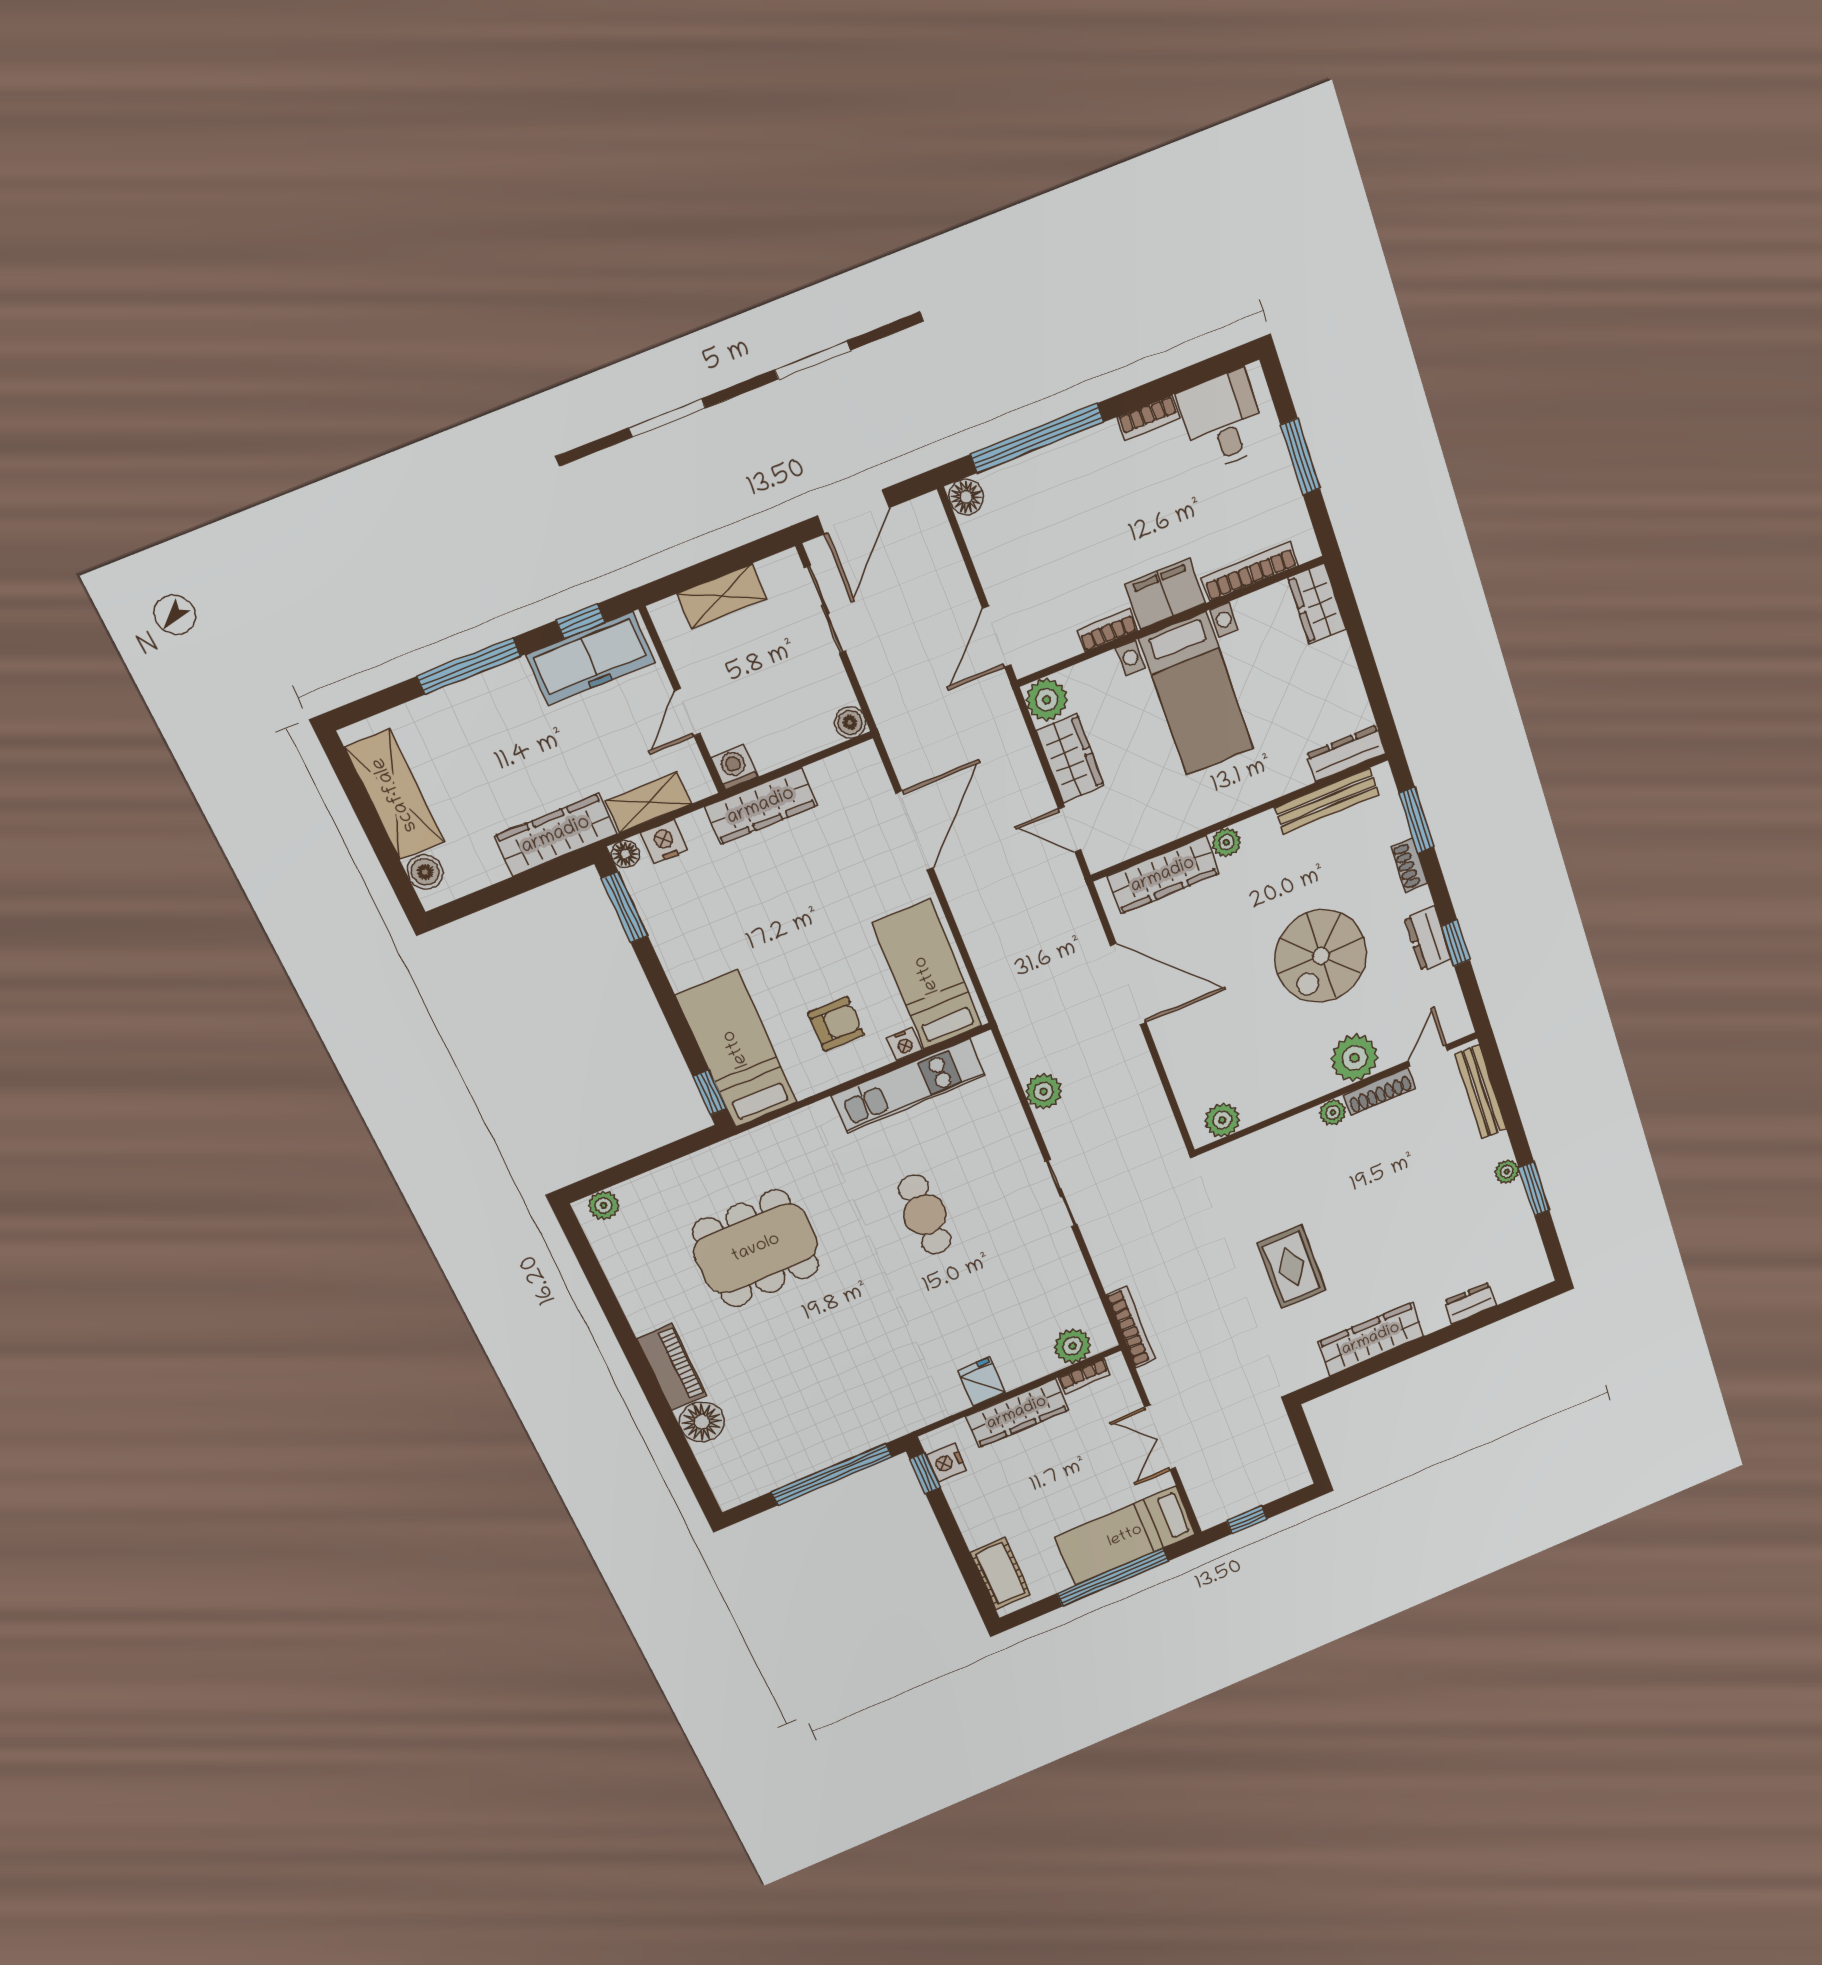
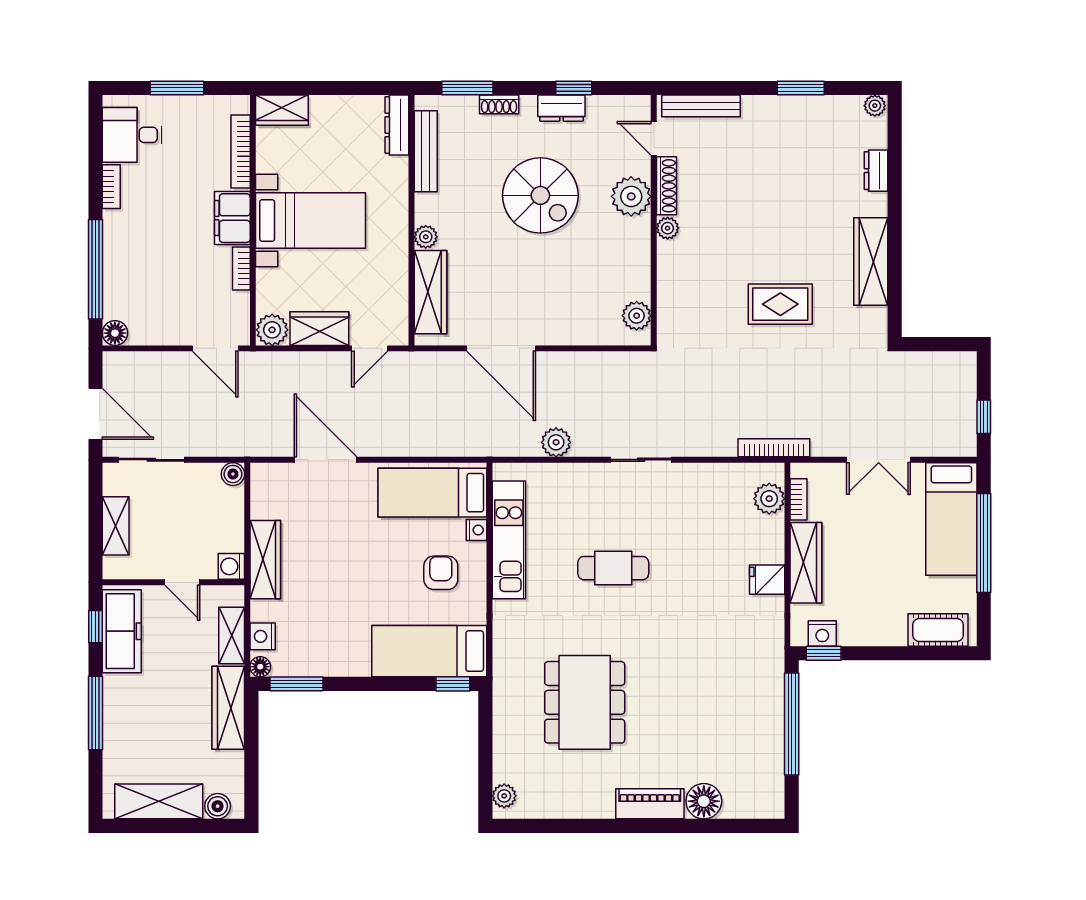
door: (1128, 984) -> (501, 348), swing flipped
plant: (1507, 1172) -> (875, 106), moved

